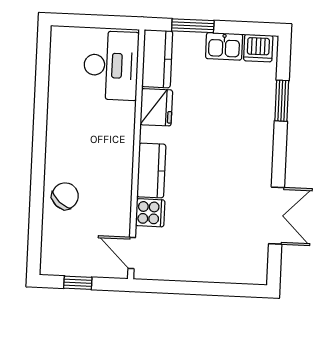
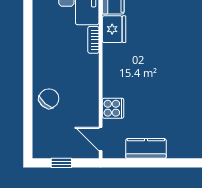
bookcase: (128, 120) -> (93, 40), added
kitchen counter: (151, 170) -> (146, 148), moved, turned -90

